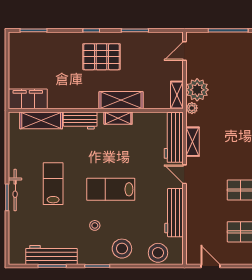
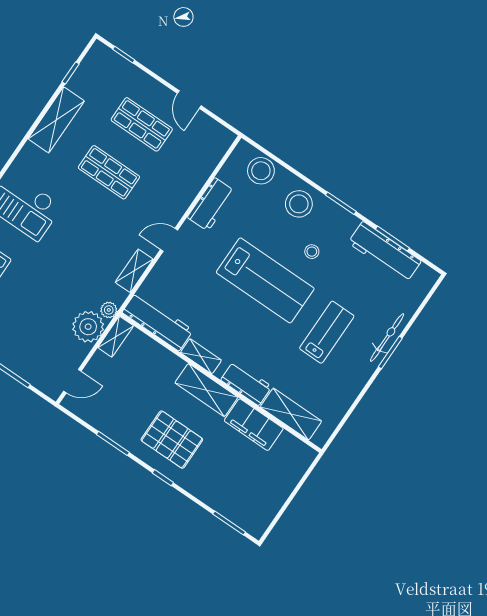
filing cabinet: (28, 99) -> (254, 425), moved
shelving: (121, 100) -> (206, 390), moved
workbench: (174, 137) -> (158, 321), moved, turned -90
door: (184, 174) -> (169, 240), swing flipped
lab bench: (53, 184) -> (327, 332), turned 180
lab bench: (111, 189) -> (265, 280), width x1.36, depth x1.39
bicycle: (15, 190) -> (387, 338), moved
workbench: (174, 213) -> (211, 204), width x0.73
door: (210, 266) -> (189, 99), moved

